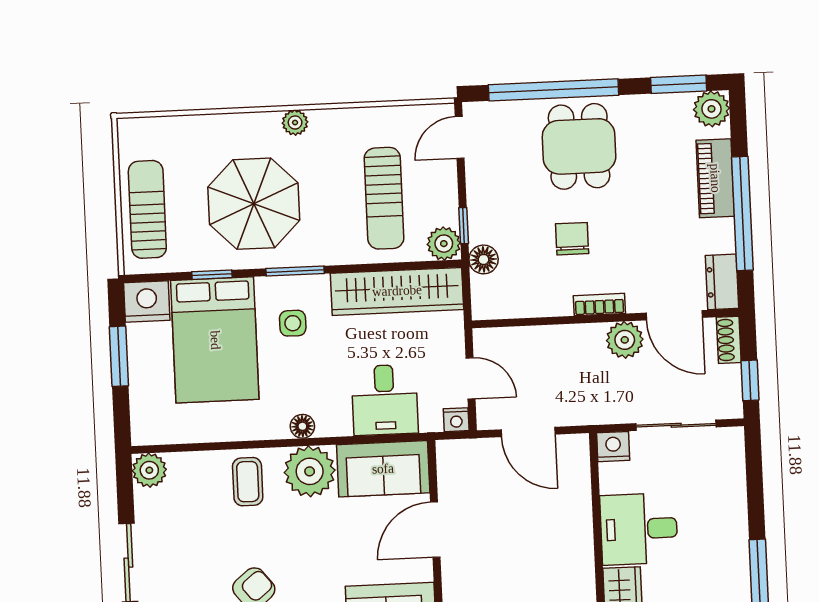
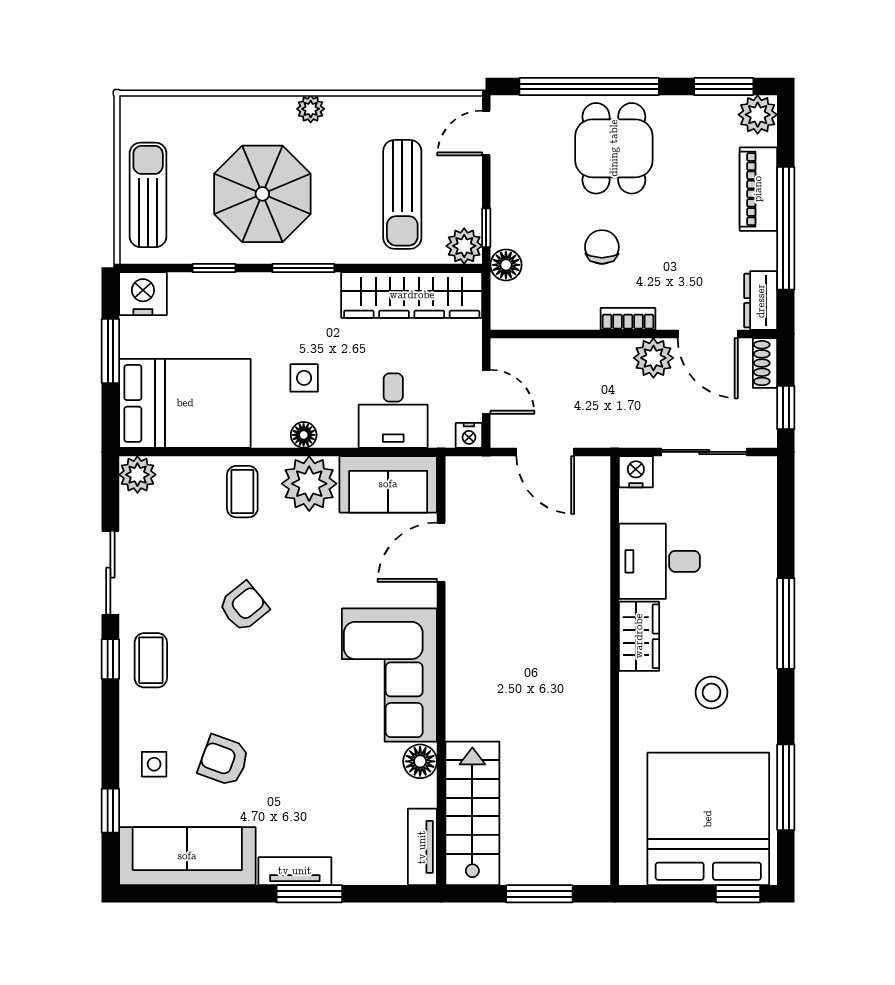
side table: (293, 323) -> (304, 378), moved
bed: (215, 340) -> (185, 403), moved, turned -90

